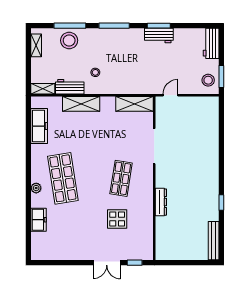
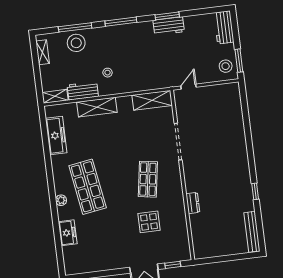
dresser: (161, 202) -> (193, 203), width x0.70

